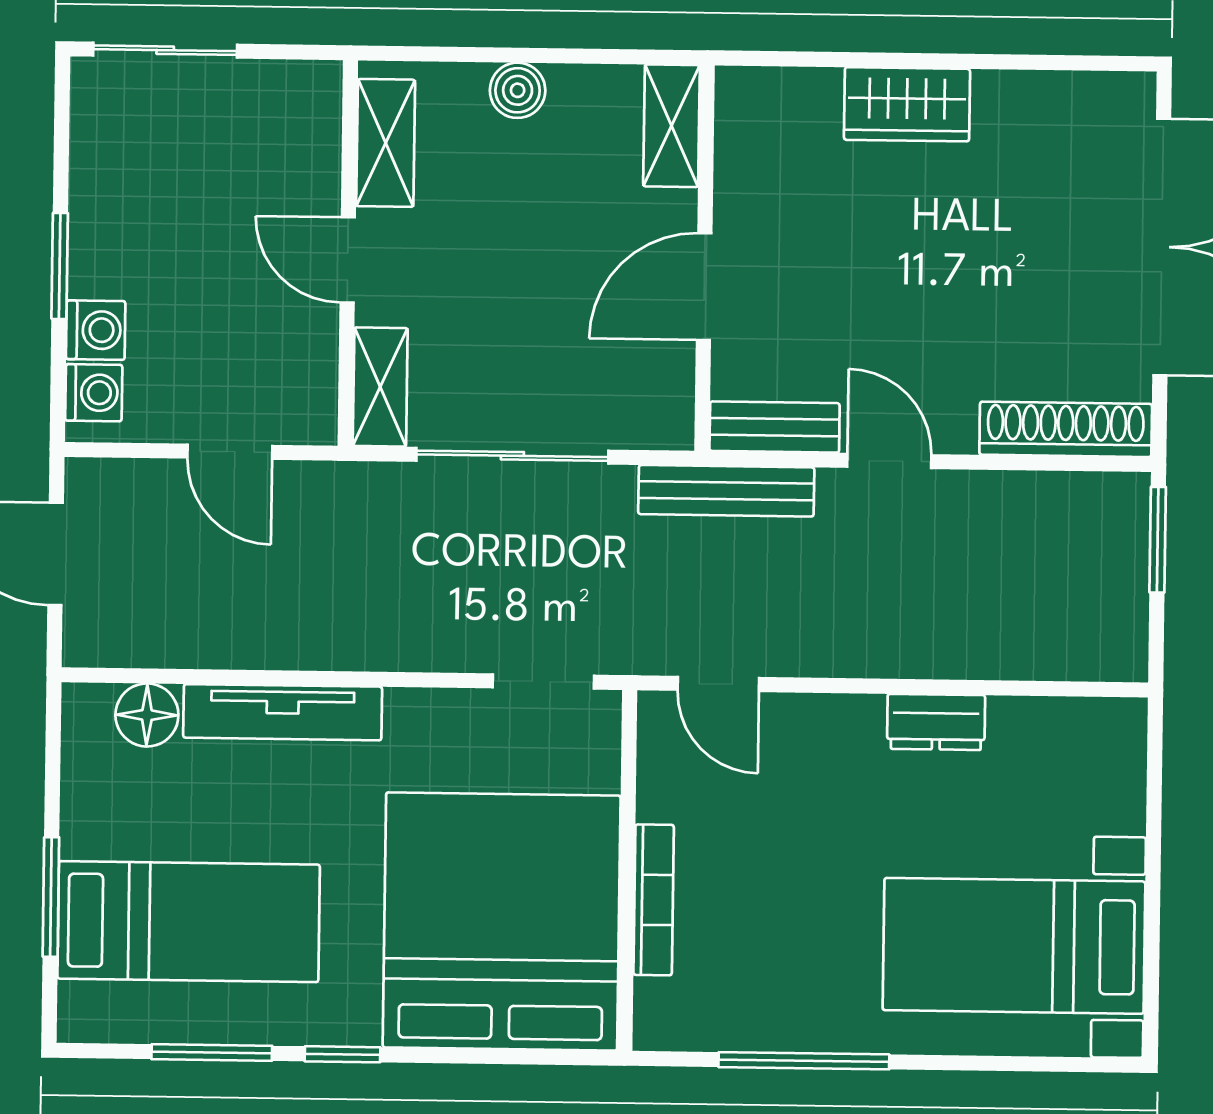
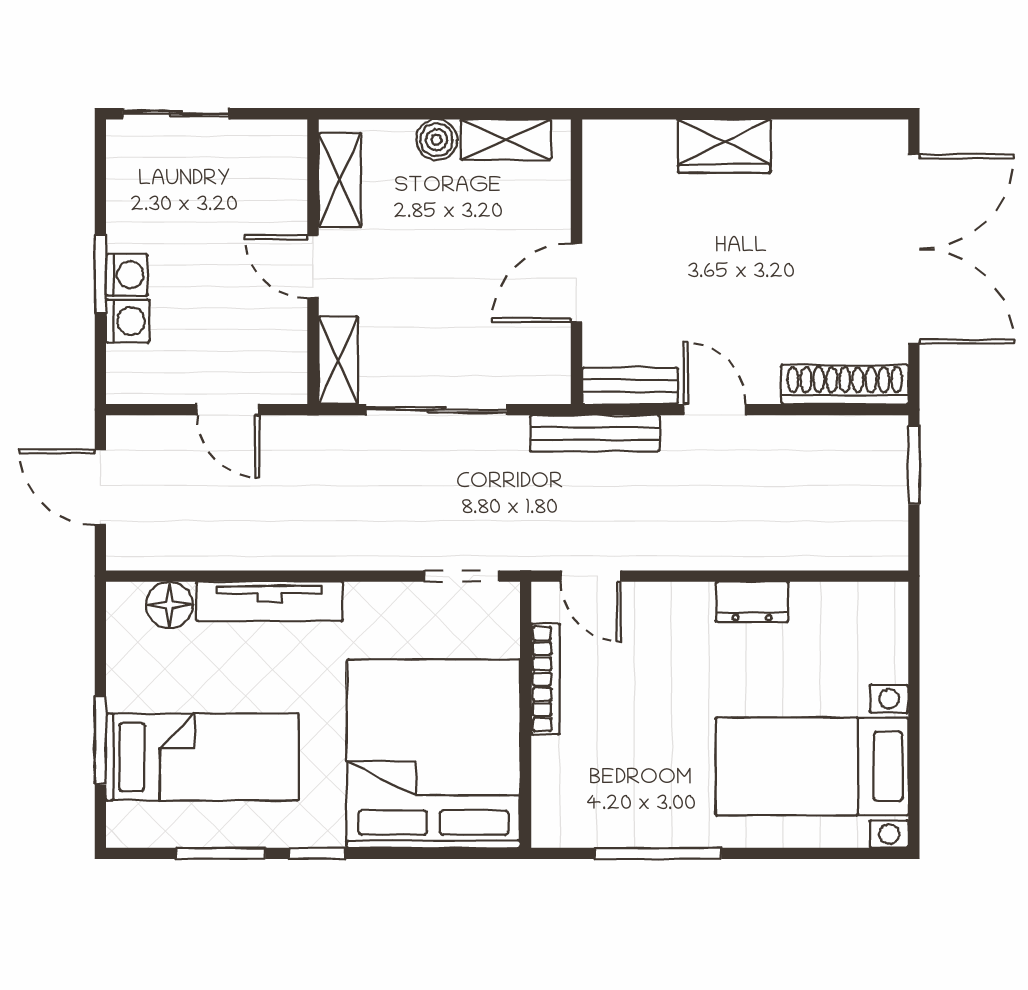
shelving: (671, 126) -> (506, 140), moved, turned 90
washing machine: (94, 393) -> (127, 275), moved
bookcase: (654, 900) -> (545, 679), moved

